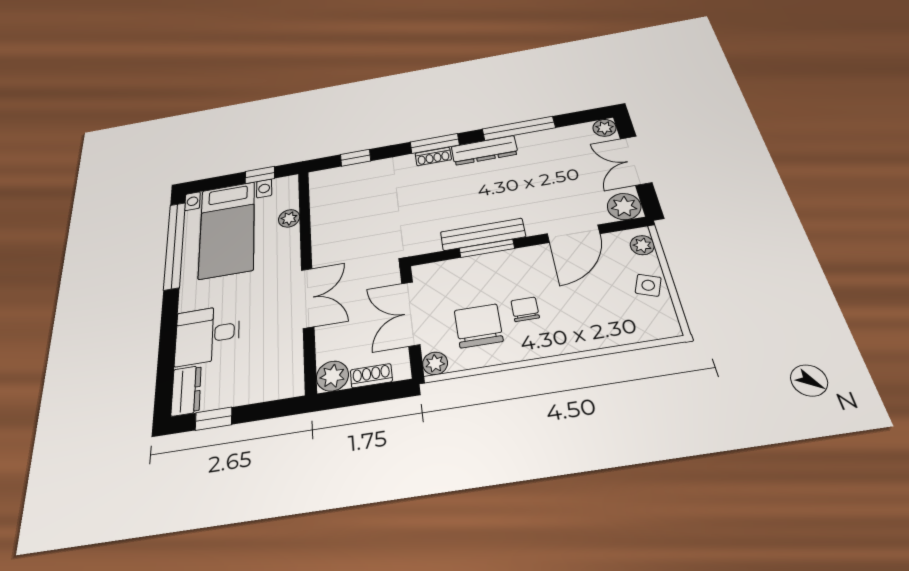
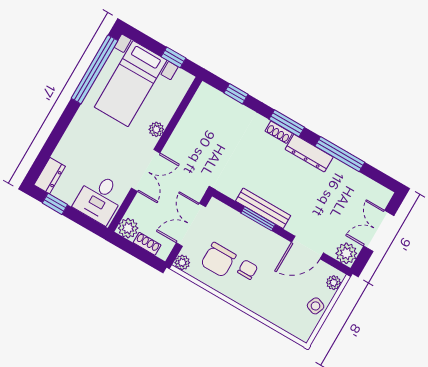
plant: (605, 128) -> (384, 195), removed
plant: (289, 218) -> (156, 129), moved
chair: (479, 326) -> (218, 260), turned 180
desk: (207, 335) -> (99, 198), moved, turned -90

